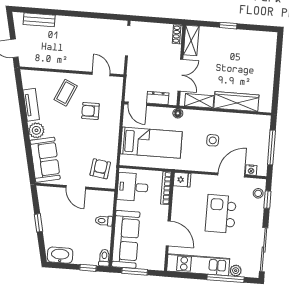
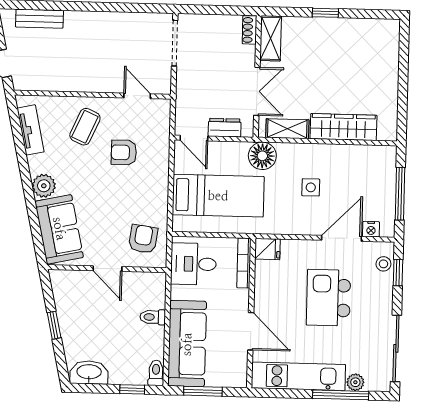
tv unit: (31, 105) -> (31, 130), moved
floor lamp: (178, 113) -> (262, 156), width x1.89, depth x1.89

